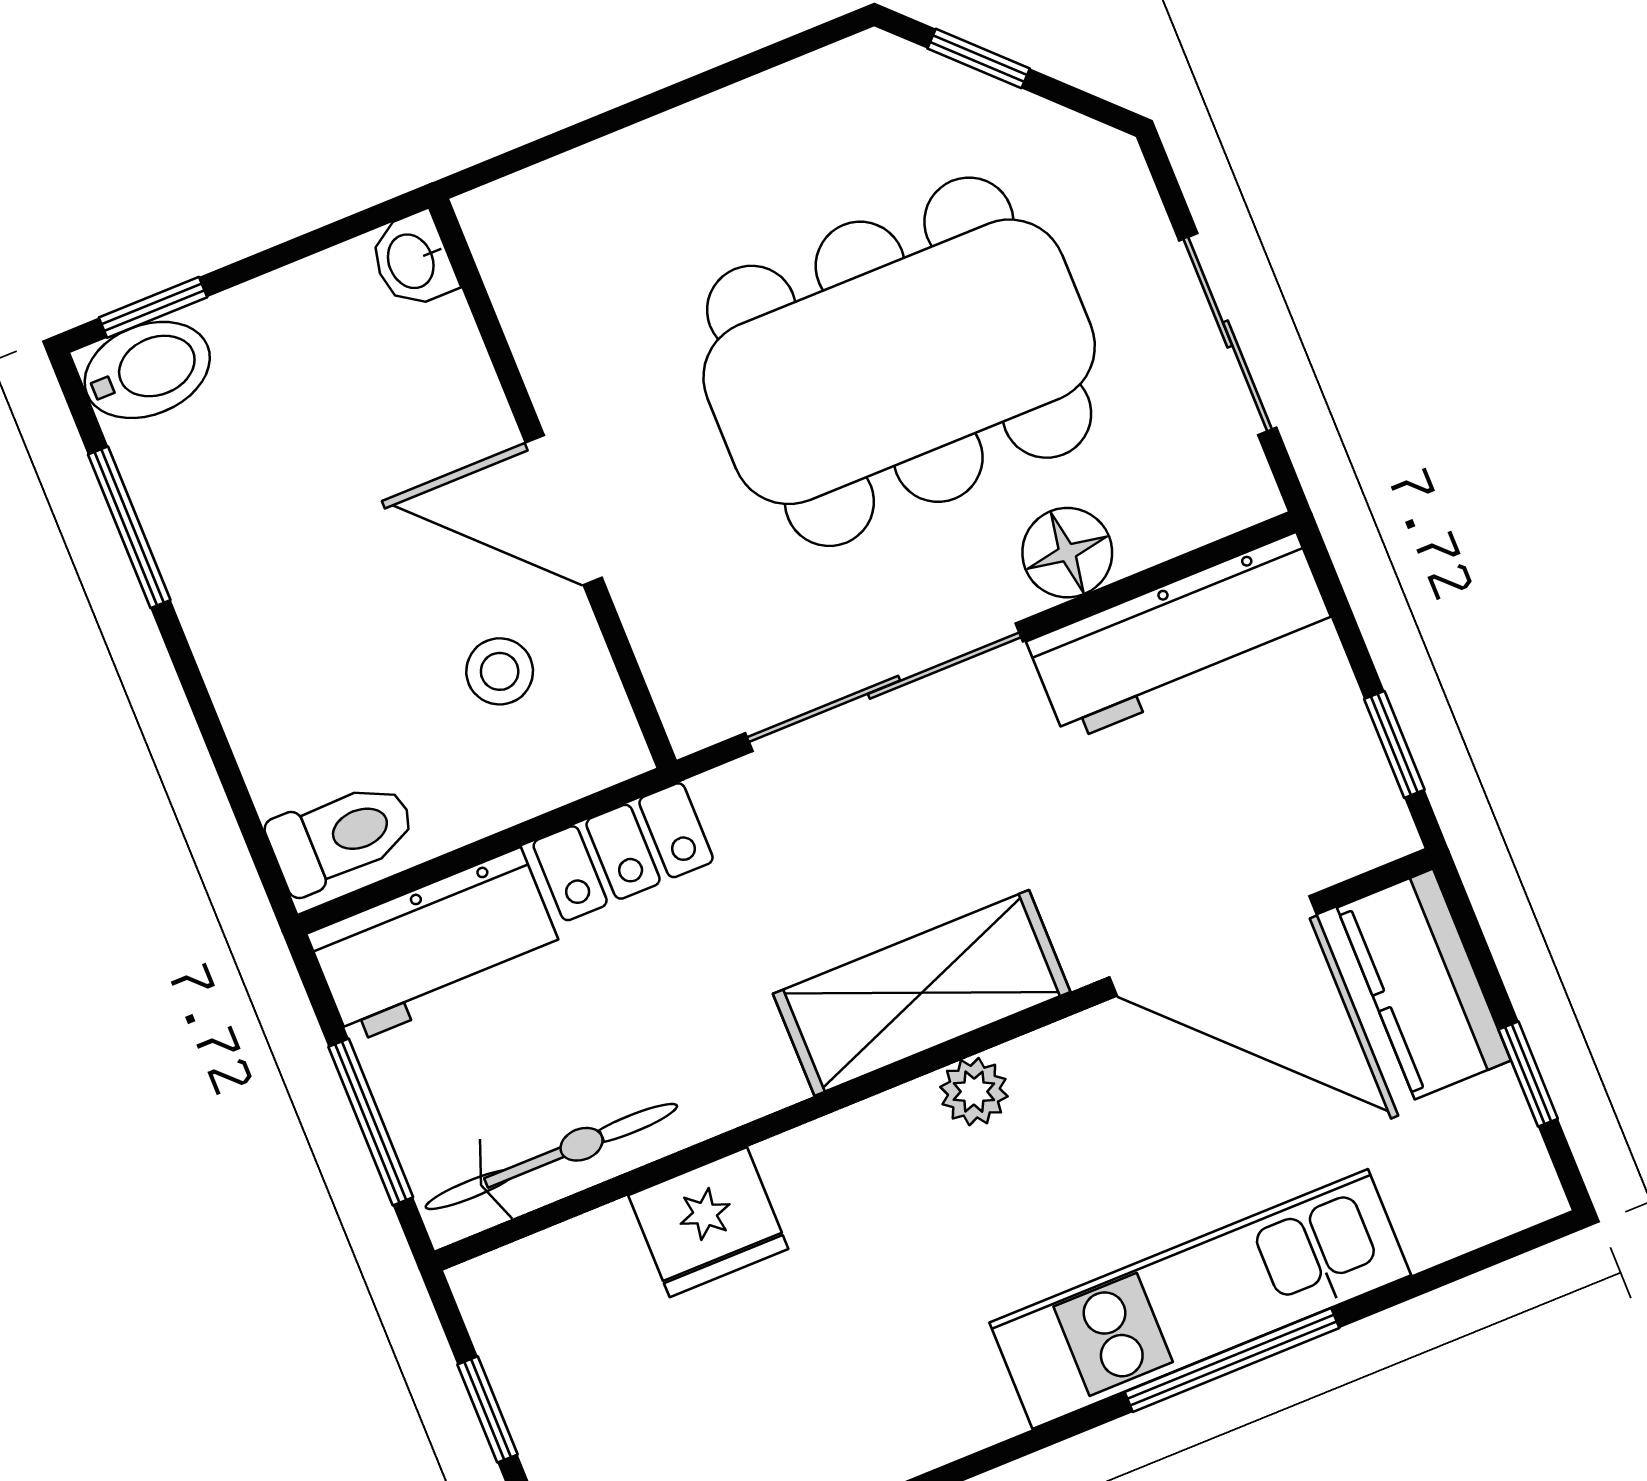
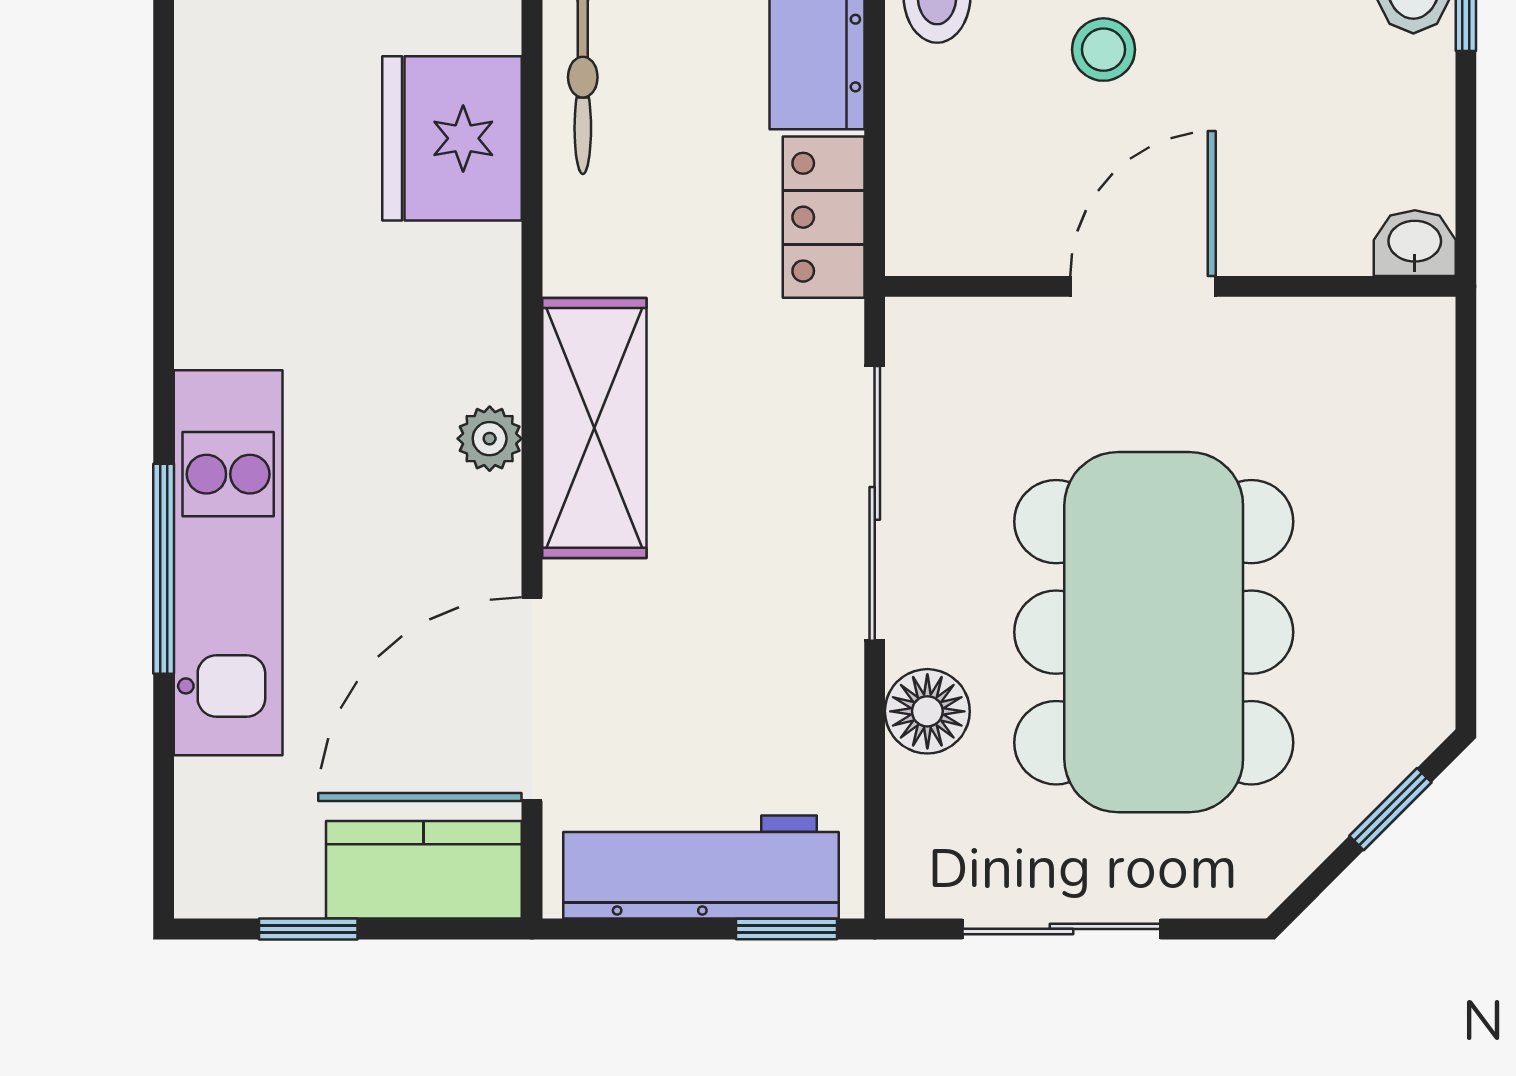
workbench: (1182, 637) -> (701, 867), moved, turned 90
stool: (500, 671) -> (1103, 50), moved
window: (1394, 744) -> (787, 929), moved
fridge: (708, 1222) -> (452, 138), width x1.36, depth x1.34

